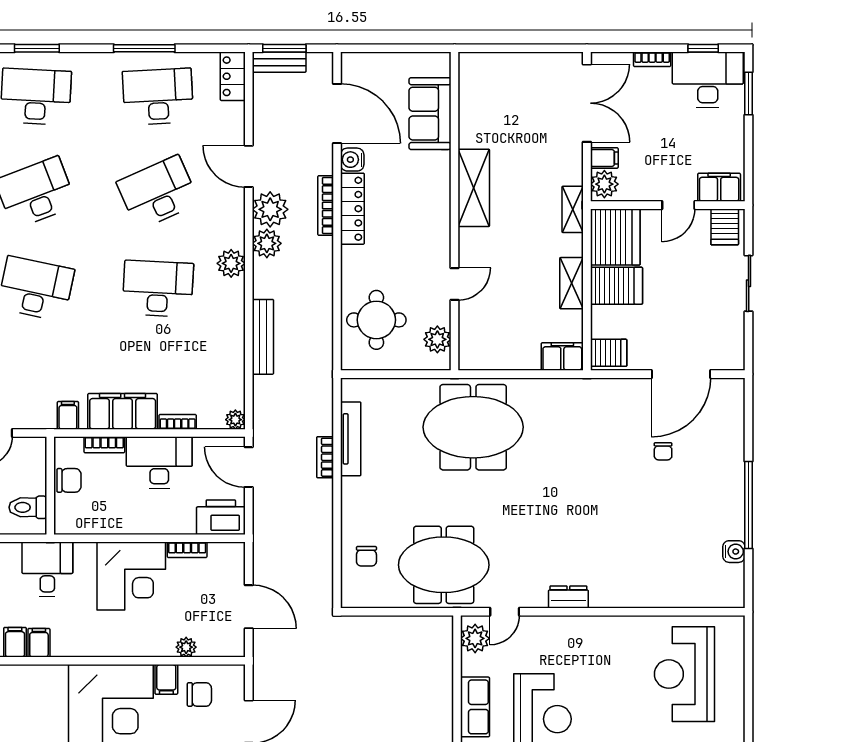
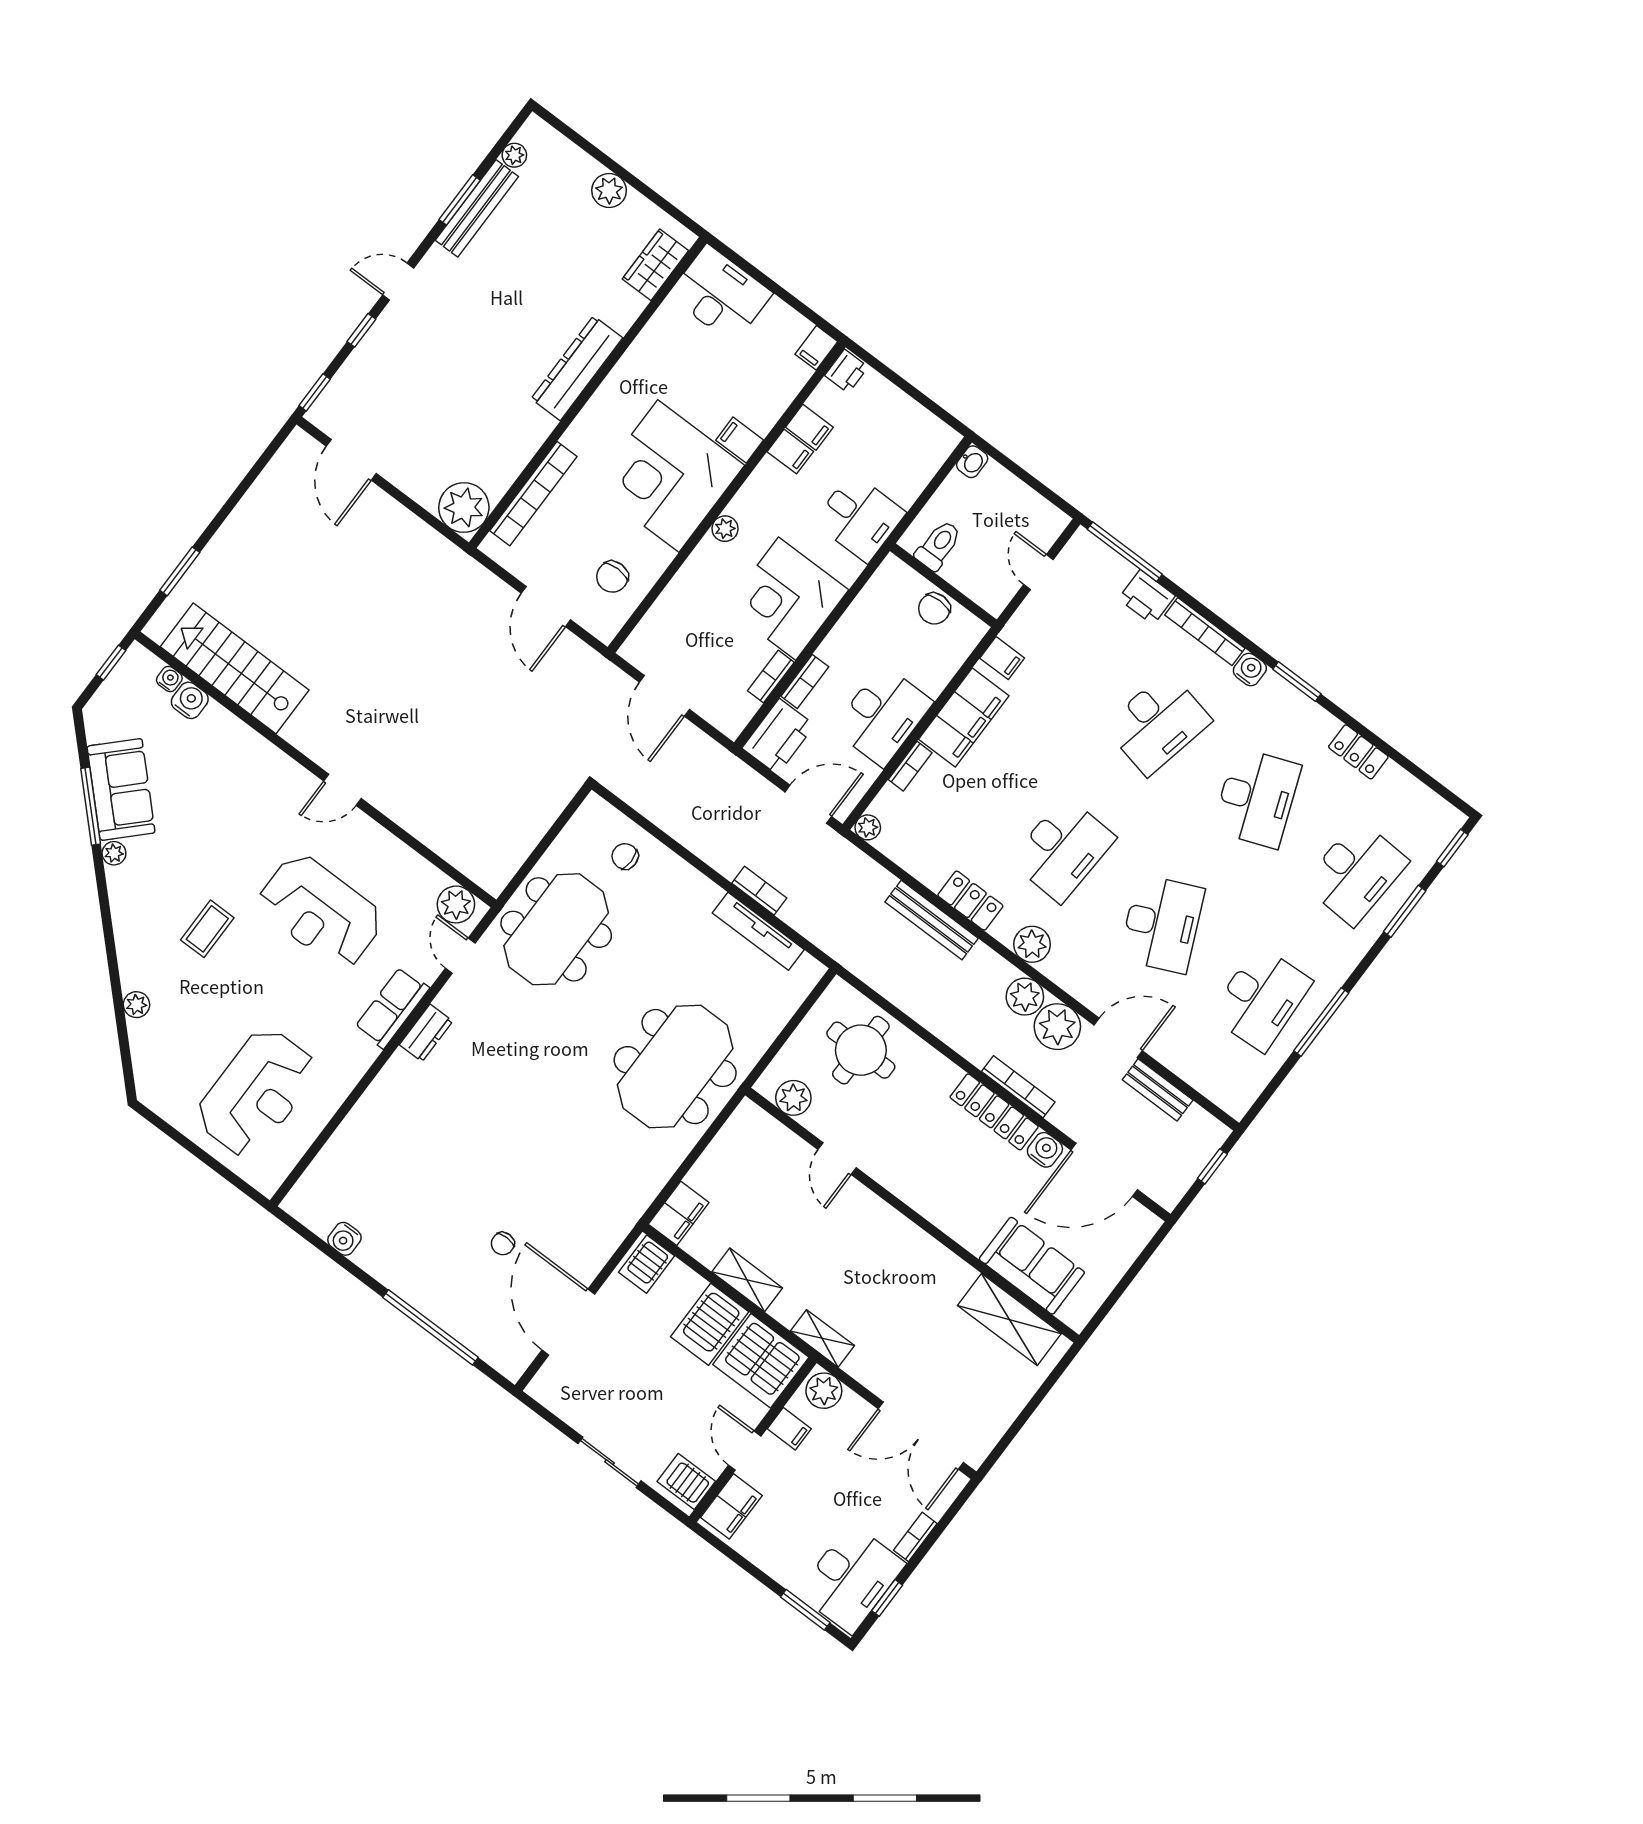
window: (284, 48) -> (1212, 1166), width x0.67
bench: (279, 62) -> (1158, 1090), moved, turned 90
locker: (233, 76) -> (970, 901), moved
filing cabinet: (604, 158) -> (789, 1429), moved, turned -90
shelving: (474, 188) -> (1009, 1319), moved
bookcase: (104, 445) -> (805, 681), moved, turned 180
chair: (663, 451) -> (503, 1244), turned -90
window: (749, 505) -> (430, 1327), moved
door: (249, 607) -> (664, 696), hinge flipped
plant: (186, 647) -> (725, 529), moved
reception desk: (684, 674) -> (257, 1093), turned 90
filing cabinet: (166, 679) -> (740, 440), moved
row of seats: (475, 707) -> (392, 1008), moved, turned 90

